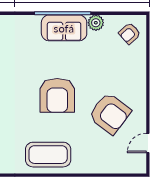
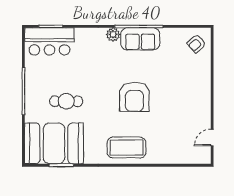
plant: (96, 23) -> (113, 34), moved
armchair: (110, 114) -> (179, 112), removed

